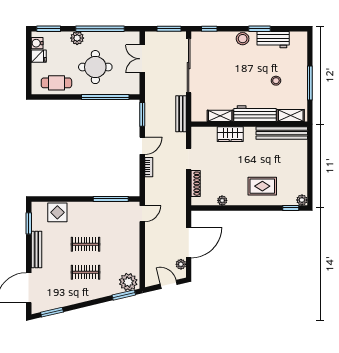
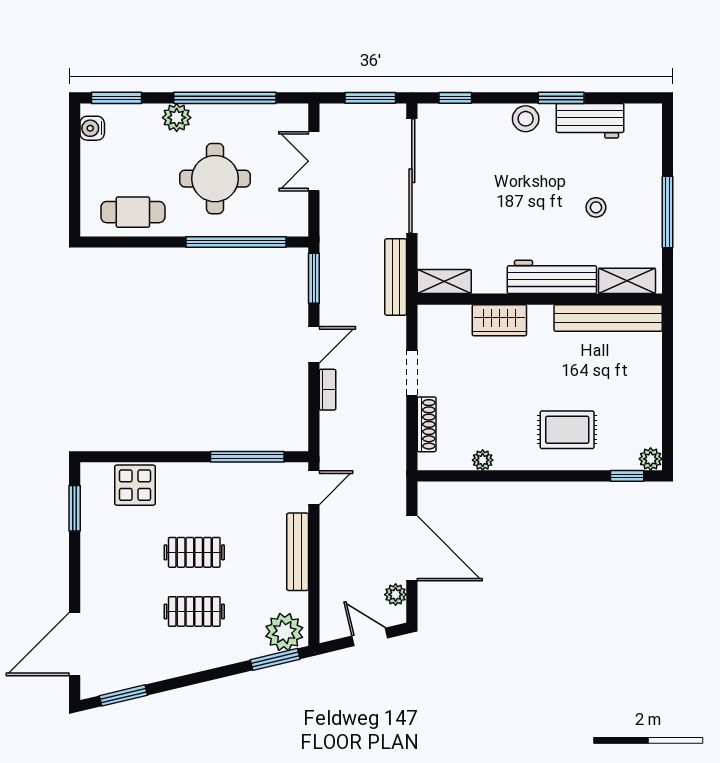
fridge: (39, 56) -> (96, 156), removed
shelving: (220, 116) -> (444, 282), moved
door: (189, 242) -> (412, 548), hinge flipped
bench: (36, 249) -> (298, 552), moved

